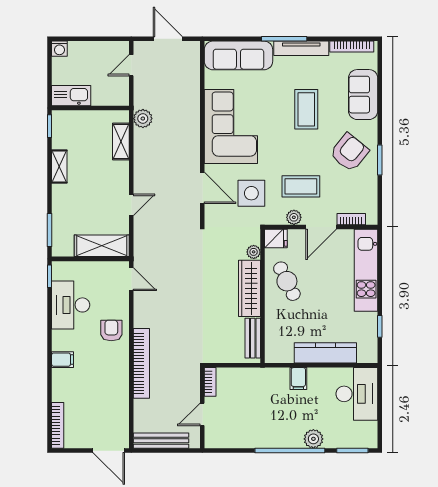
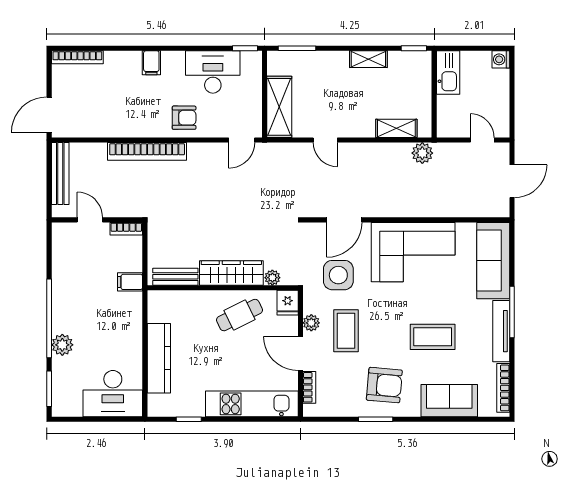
armchair: (349, 152) -> (384, 385), turned -34
filing cabinet: (298, 379) -> (130, 282), moved

